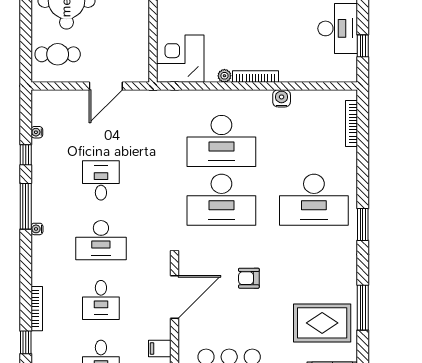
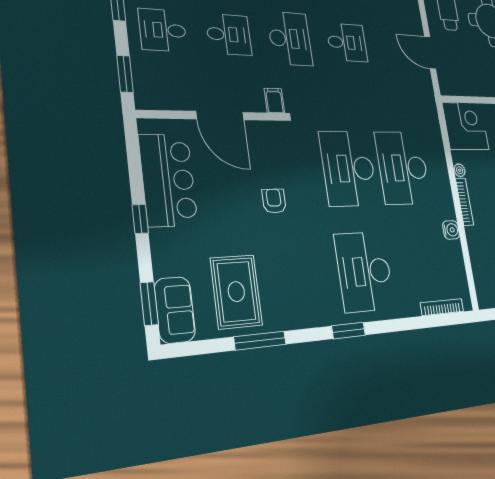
desk: (101, 240) -> (290, 39), turned 180
door: (174, 297) -> (220, 116), moved
desk: (101, 300) -> (229, 35), turned 180
filing cabinet: (160, 349) -> (274, 101), moved

